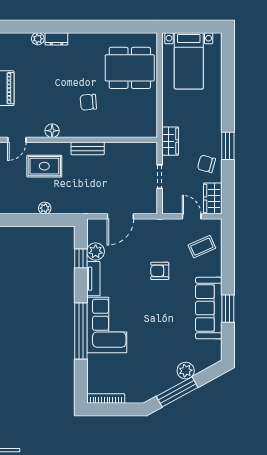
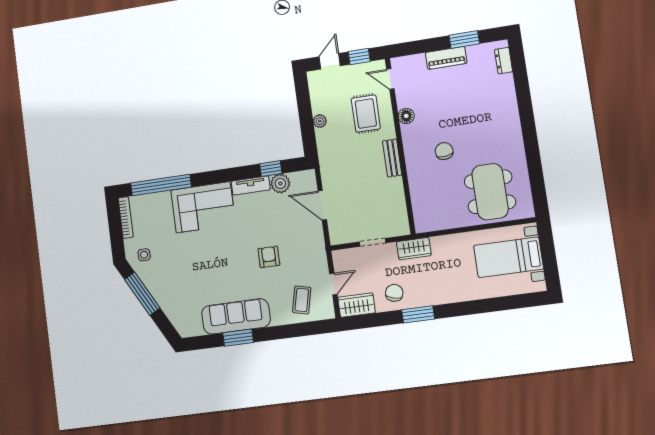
plant: (38, 39) -> (507, 84), removed
dresser: (56, 39) -> (504, 61), moved
coffee table: (202, 247) -> (302, 300), turned 37
window: (81, 331) -> (161, 185), moved
plant: (186, 371) -> (166, 300), removed
side table: (142, 386) -> (144, 255), added

